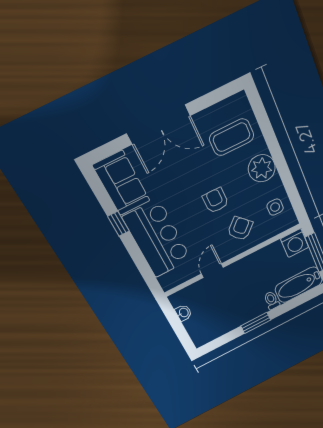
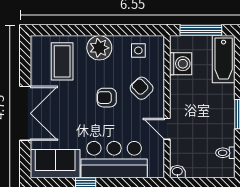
washing machine: (295, 243) -> (181, 64), moved
toilet: (272, 300) -> (225, 153), moved
washbasin: (183, 313) -> (177, 172), moved

